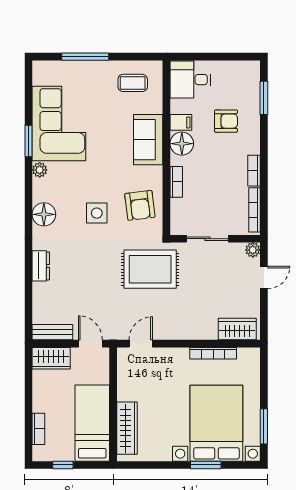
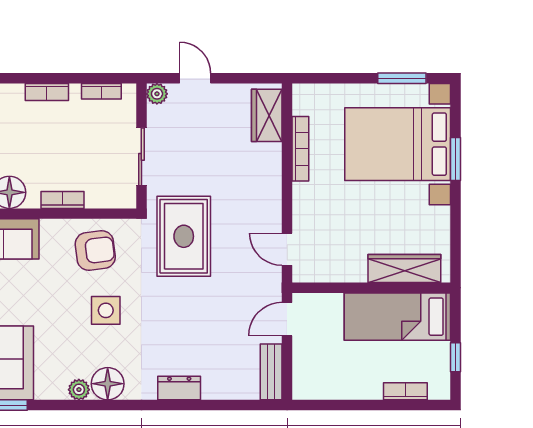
plant: (40, 170) -> (79, 390), moved
bookcase: (255, 210) -> (101, 91), width x0.64
wardrobe: (51, 358) -> (307, 374), removed

